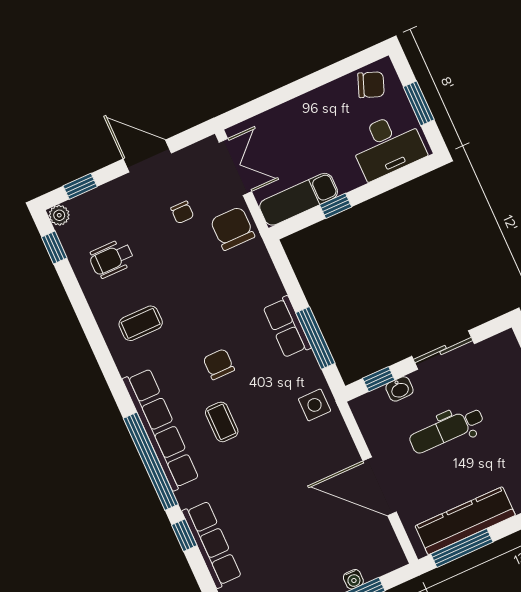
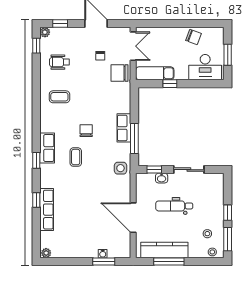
chair: (371, 85) -> (194, 37), moved
chair: (233, 228) -> (119, 73), turned -90
row of seats: (161, 429) -> (47, 148), width x0.50
window: (151, 461) -> (36, 160), width x0.32
window: (462, 548) -> (169, 262), moved

